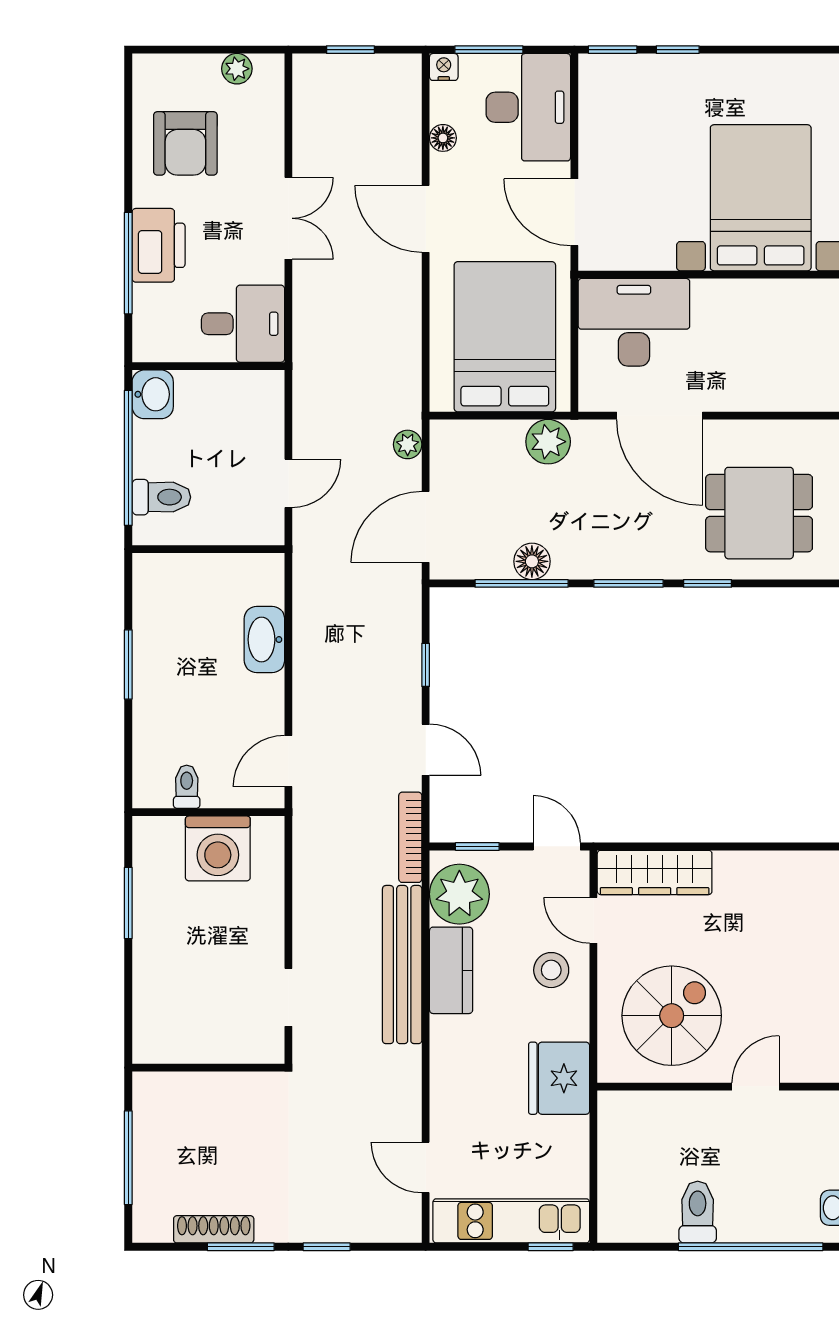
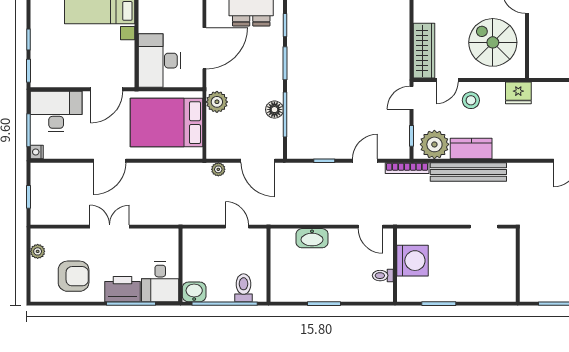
floor lamp: (443, 138) -> (71, 152), removed
desk: (243, 324) -> (160, 282), moved, turned 180
fridge: (559, 1078) -> (518, 93), width x0.73, depth x0.75

